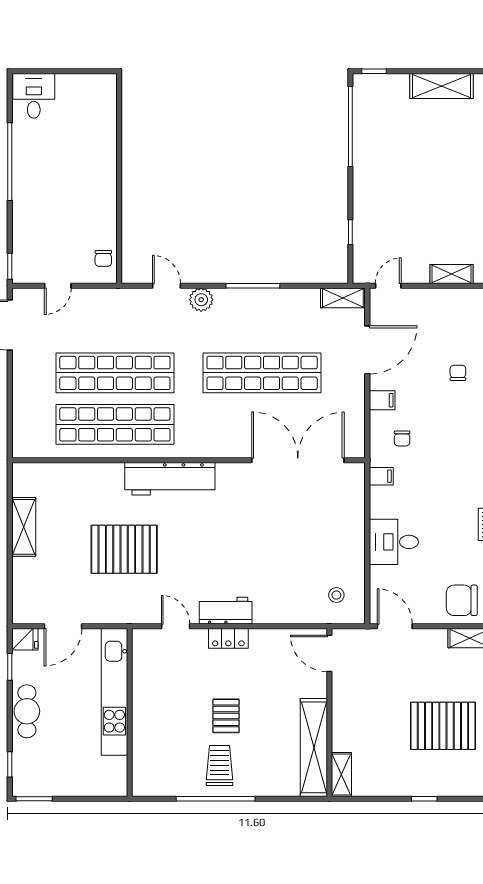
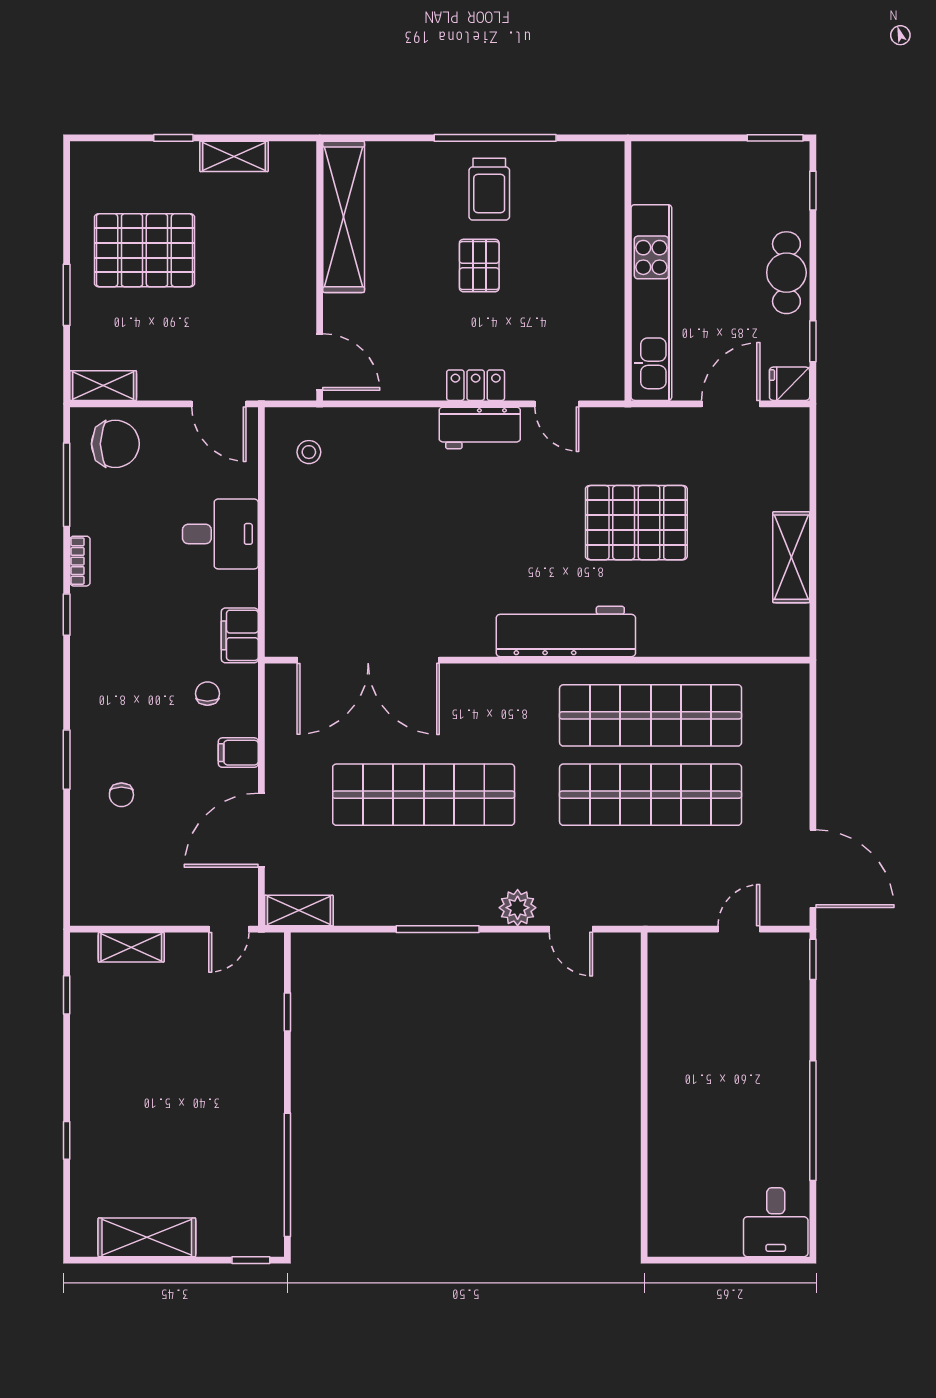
chair: (103, 258) -> (668, 971), removed
filing cabinet: (381, 476) -> (240, 635), width x2.00
shelving: (341, 775) -> (234, 156), moved, turned 90

